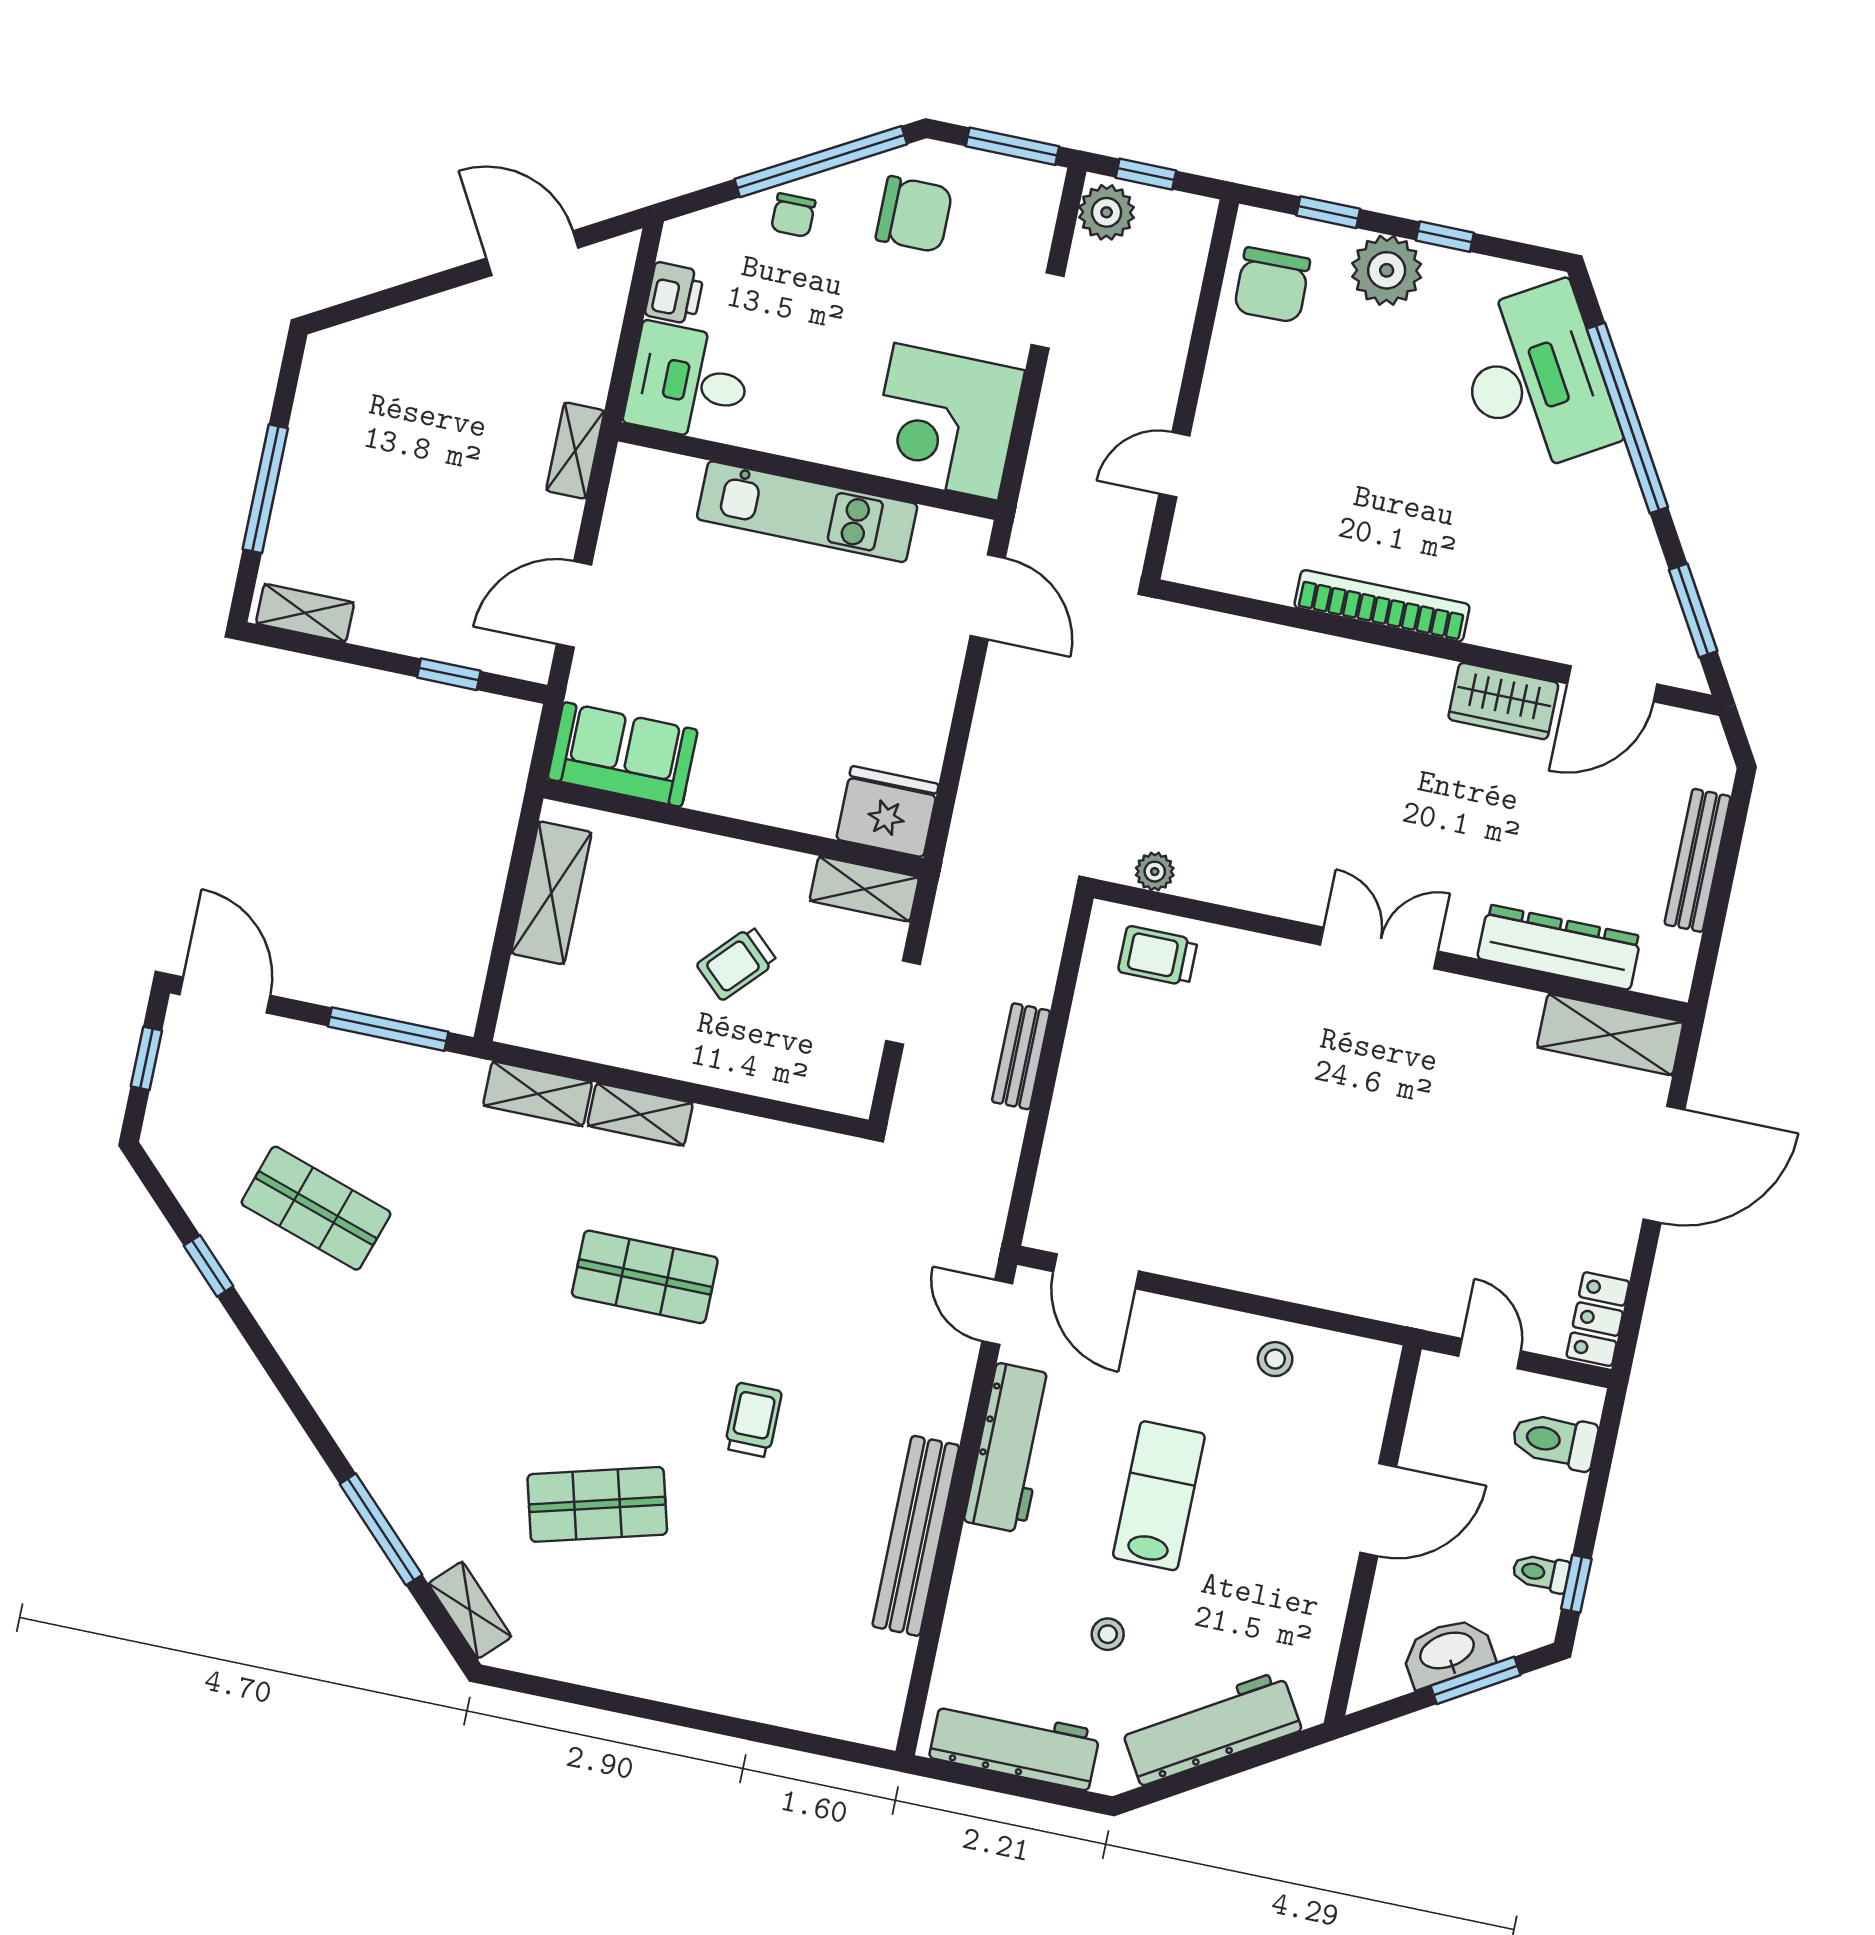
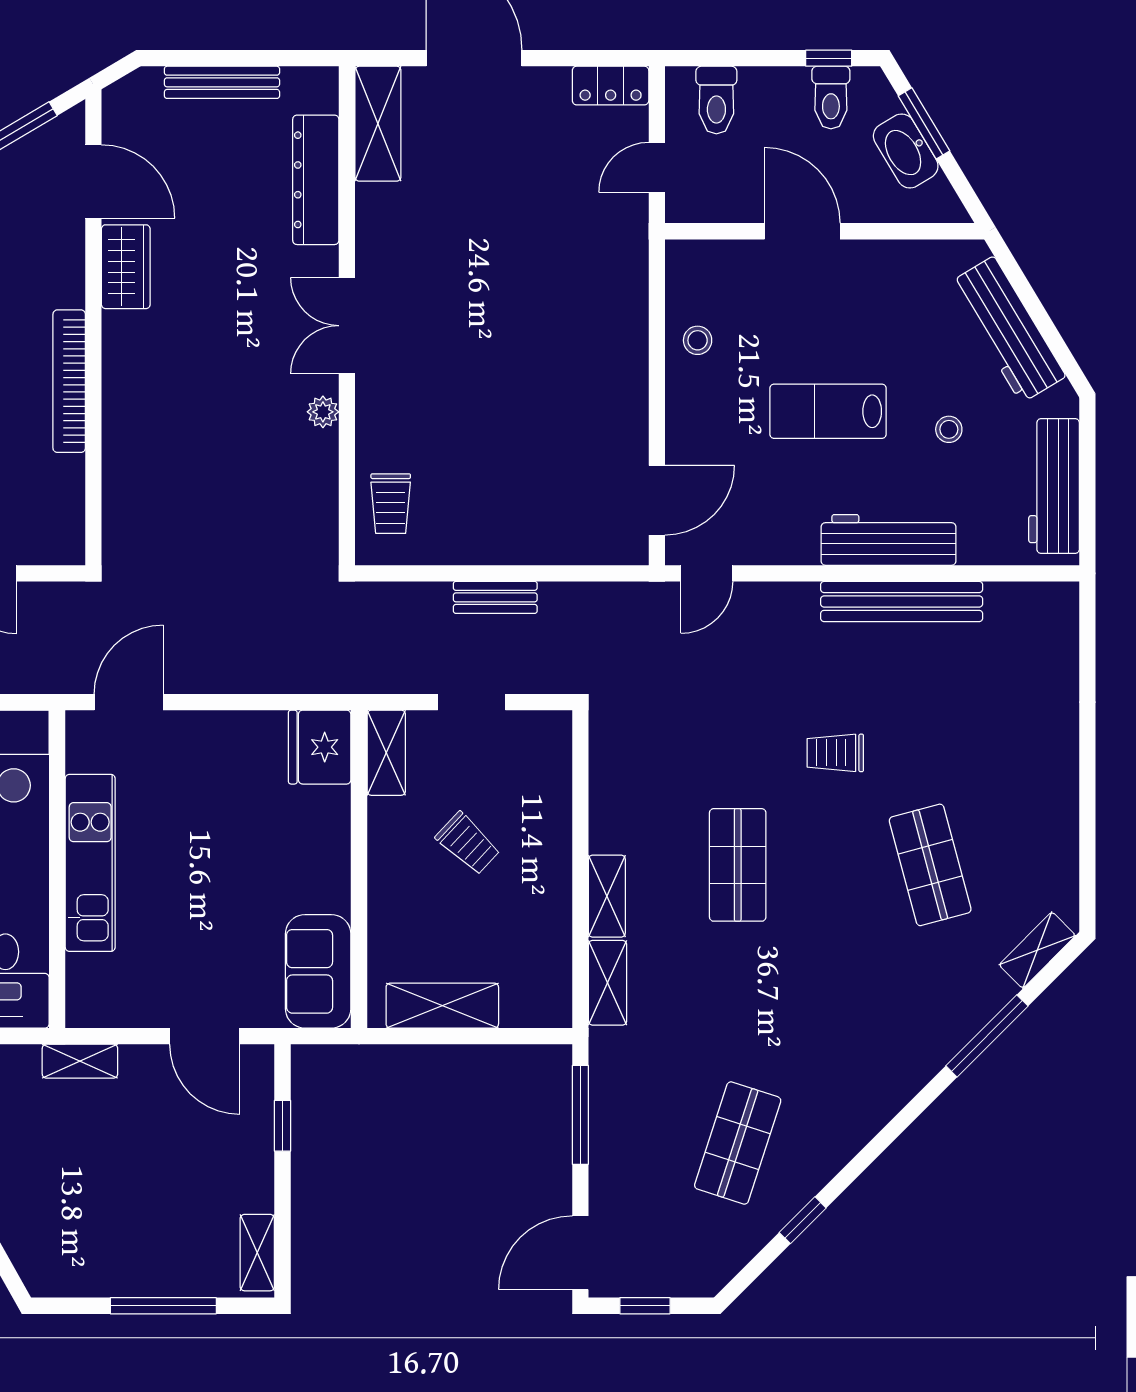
plant: (1155, 872) -> (323, 412), moved
workbench: (1010, 1448) -> (889, 540), moved
toilet: (1541, 1573) -> (831, 98), width x1.37, depth x1.39

